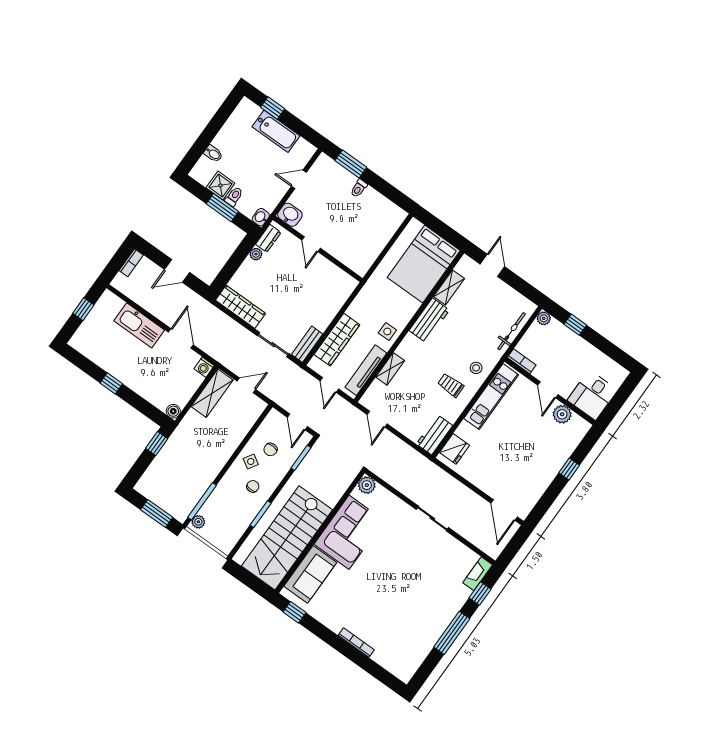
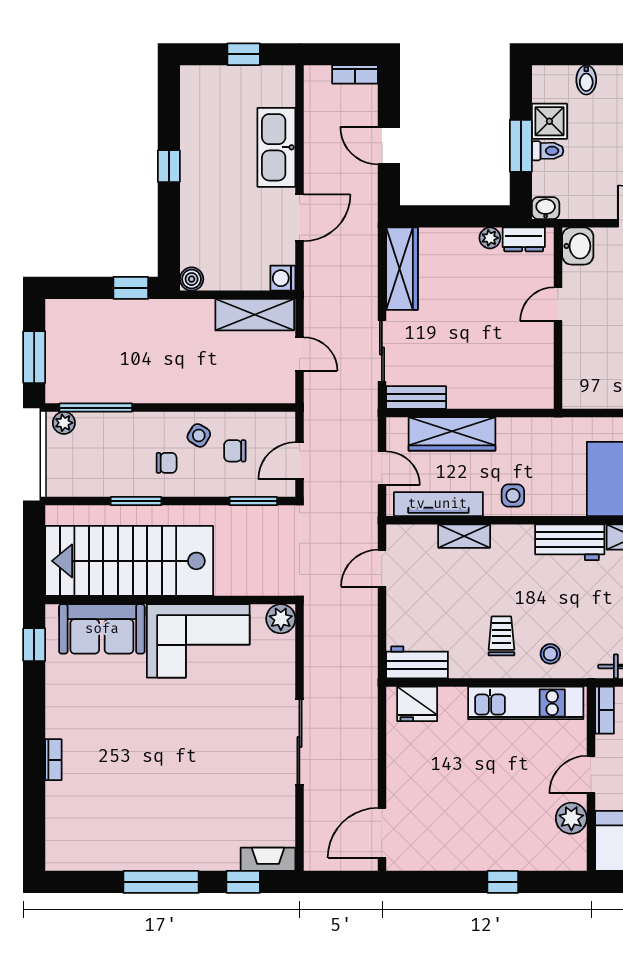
door: (329, 385) -> (382, 468), swing flipped
sliding door: (432, 518) -> (299, 742), width x1.37
bookcase: (356, 643) -> (53, 760), width x0.64

